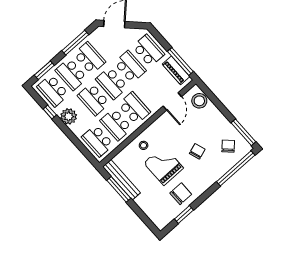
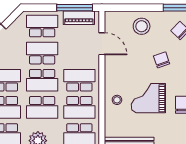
stool: (199, 101) -> (142, 26), moved

